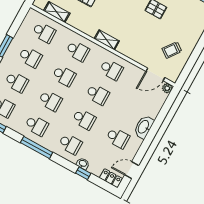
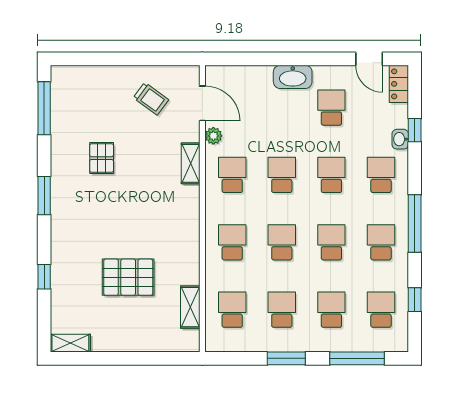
shelving: (107, 40) -> (191, 163), moved
plant: (167, 88) -> (213, 136), moved

